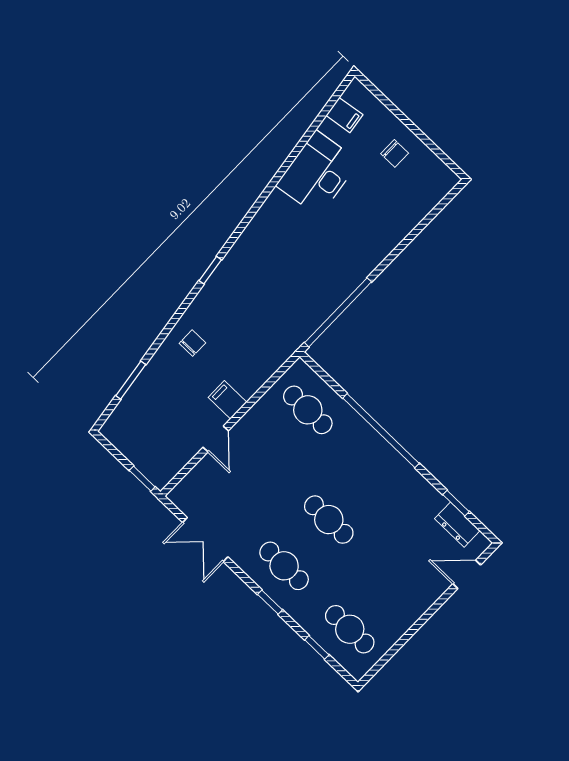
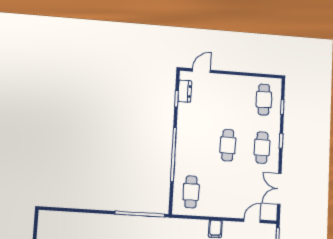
door: (216, 439) -> (252, 221), moved
double door: (205, 540) -> (279, 189), swing flipped
door: (467, 574) -> (201, 71), swing flipped

